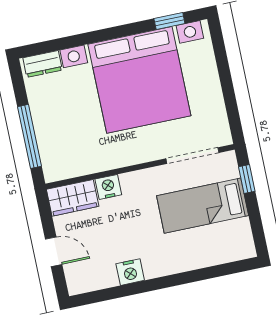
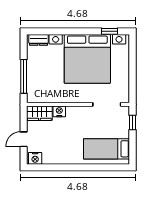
bed: (203, 206) -> (107, 149), moved
door: (54, 252) -> (24, 139), swing flipped
nightstand: (130, 272) -> (35, 158), moved

